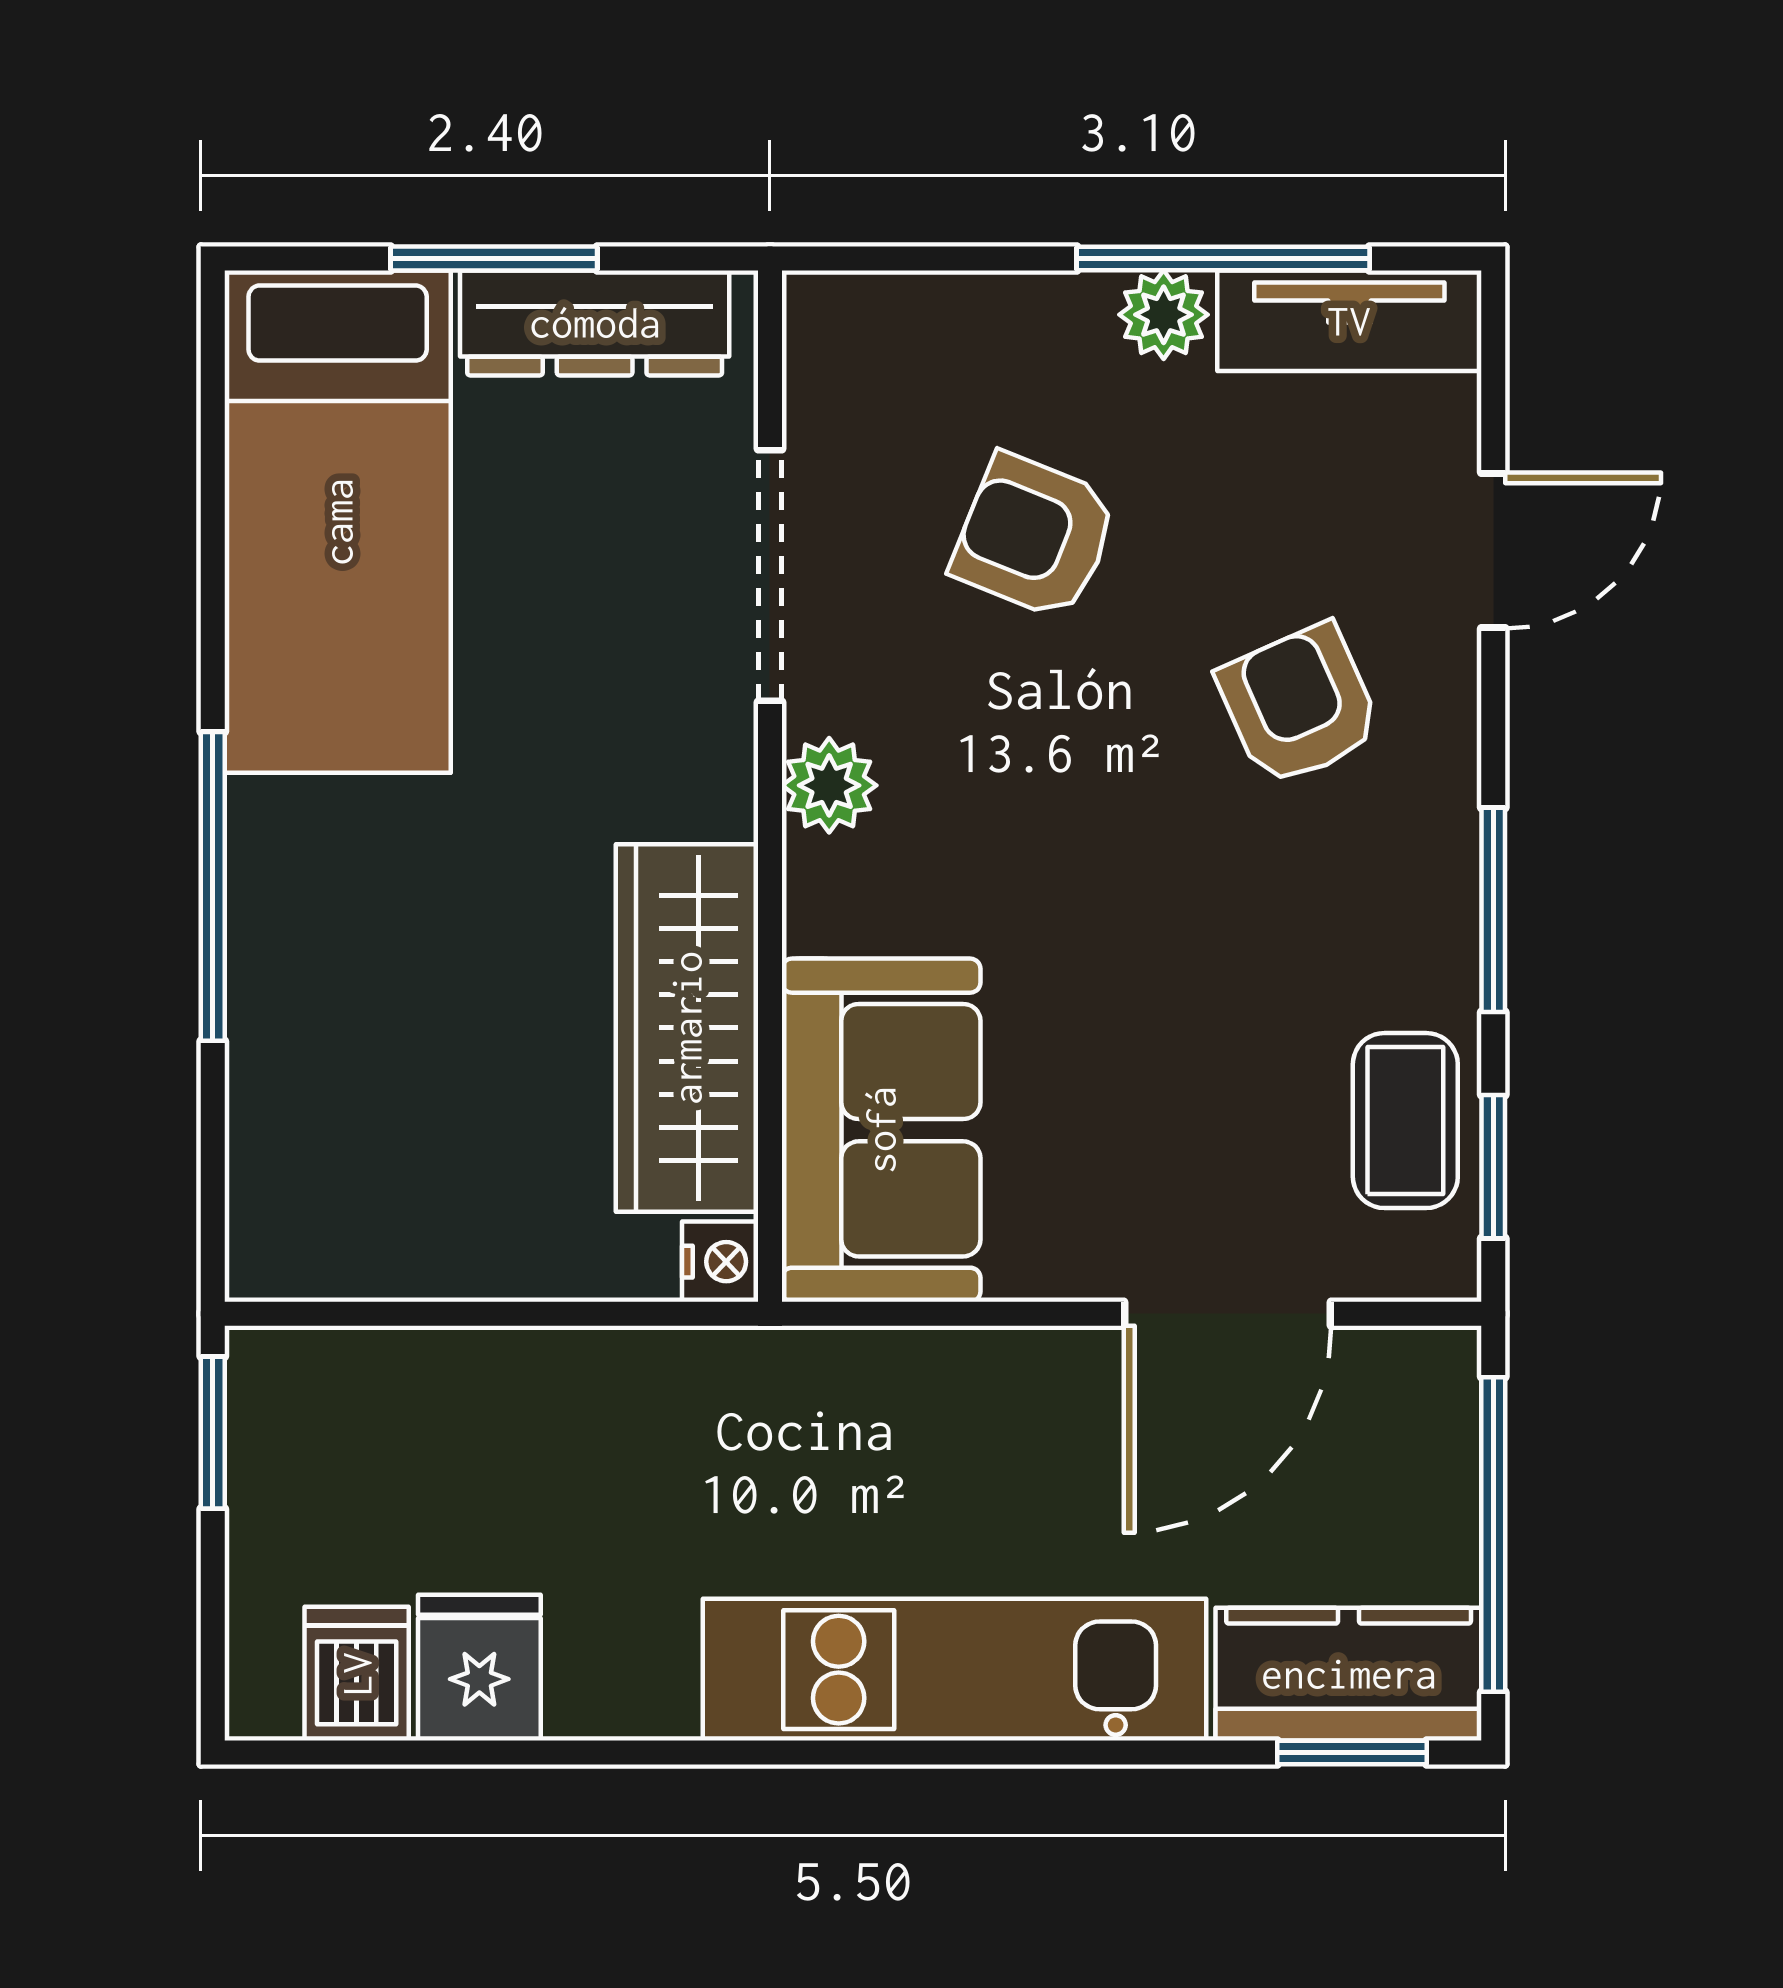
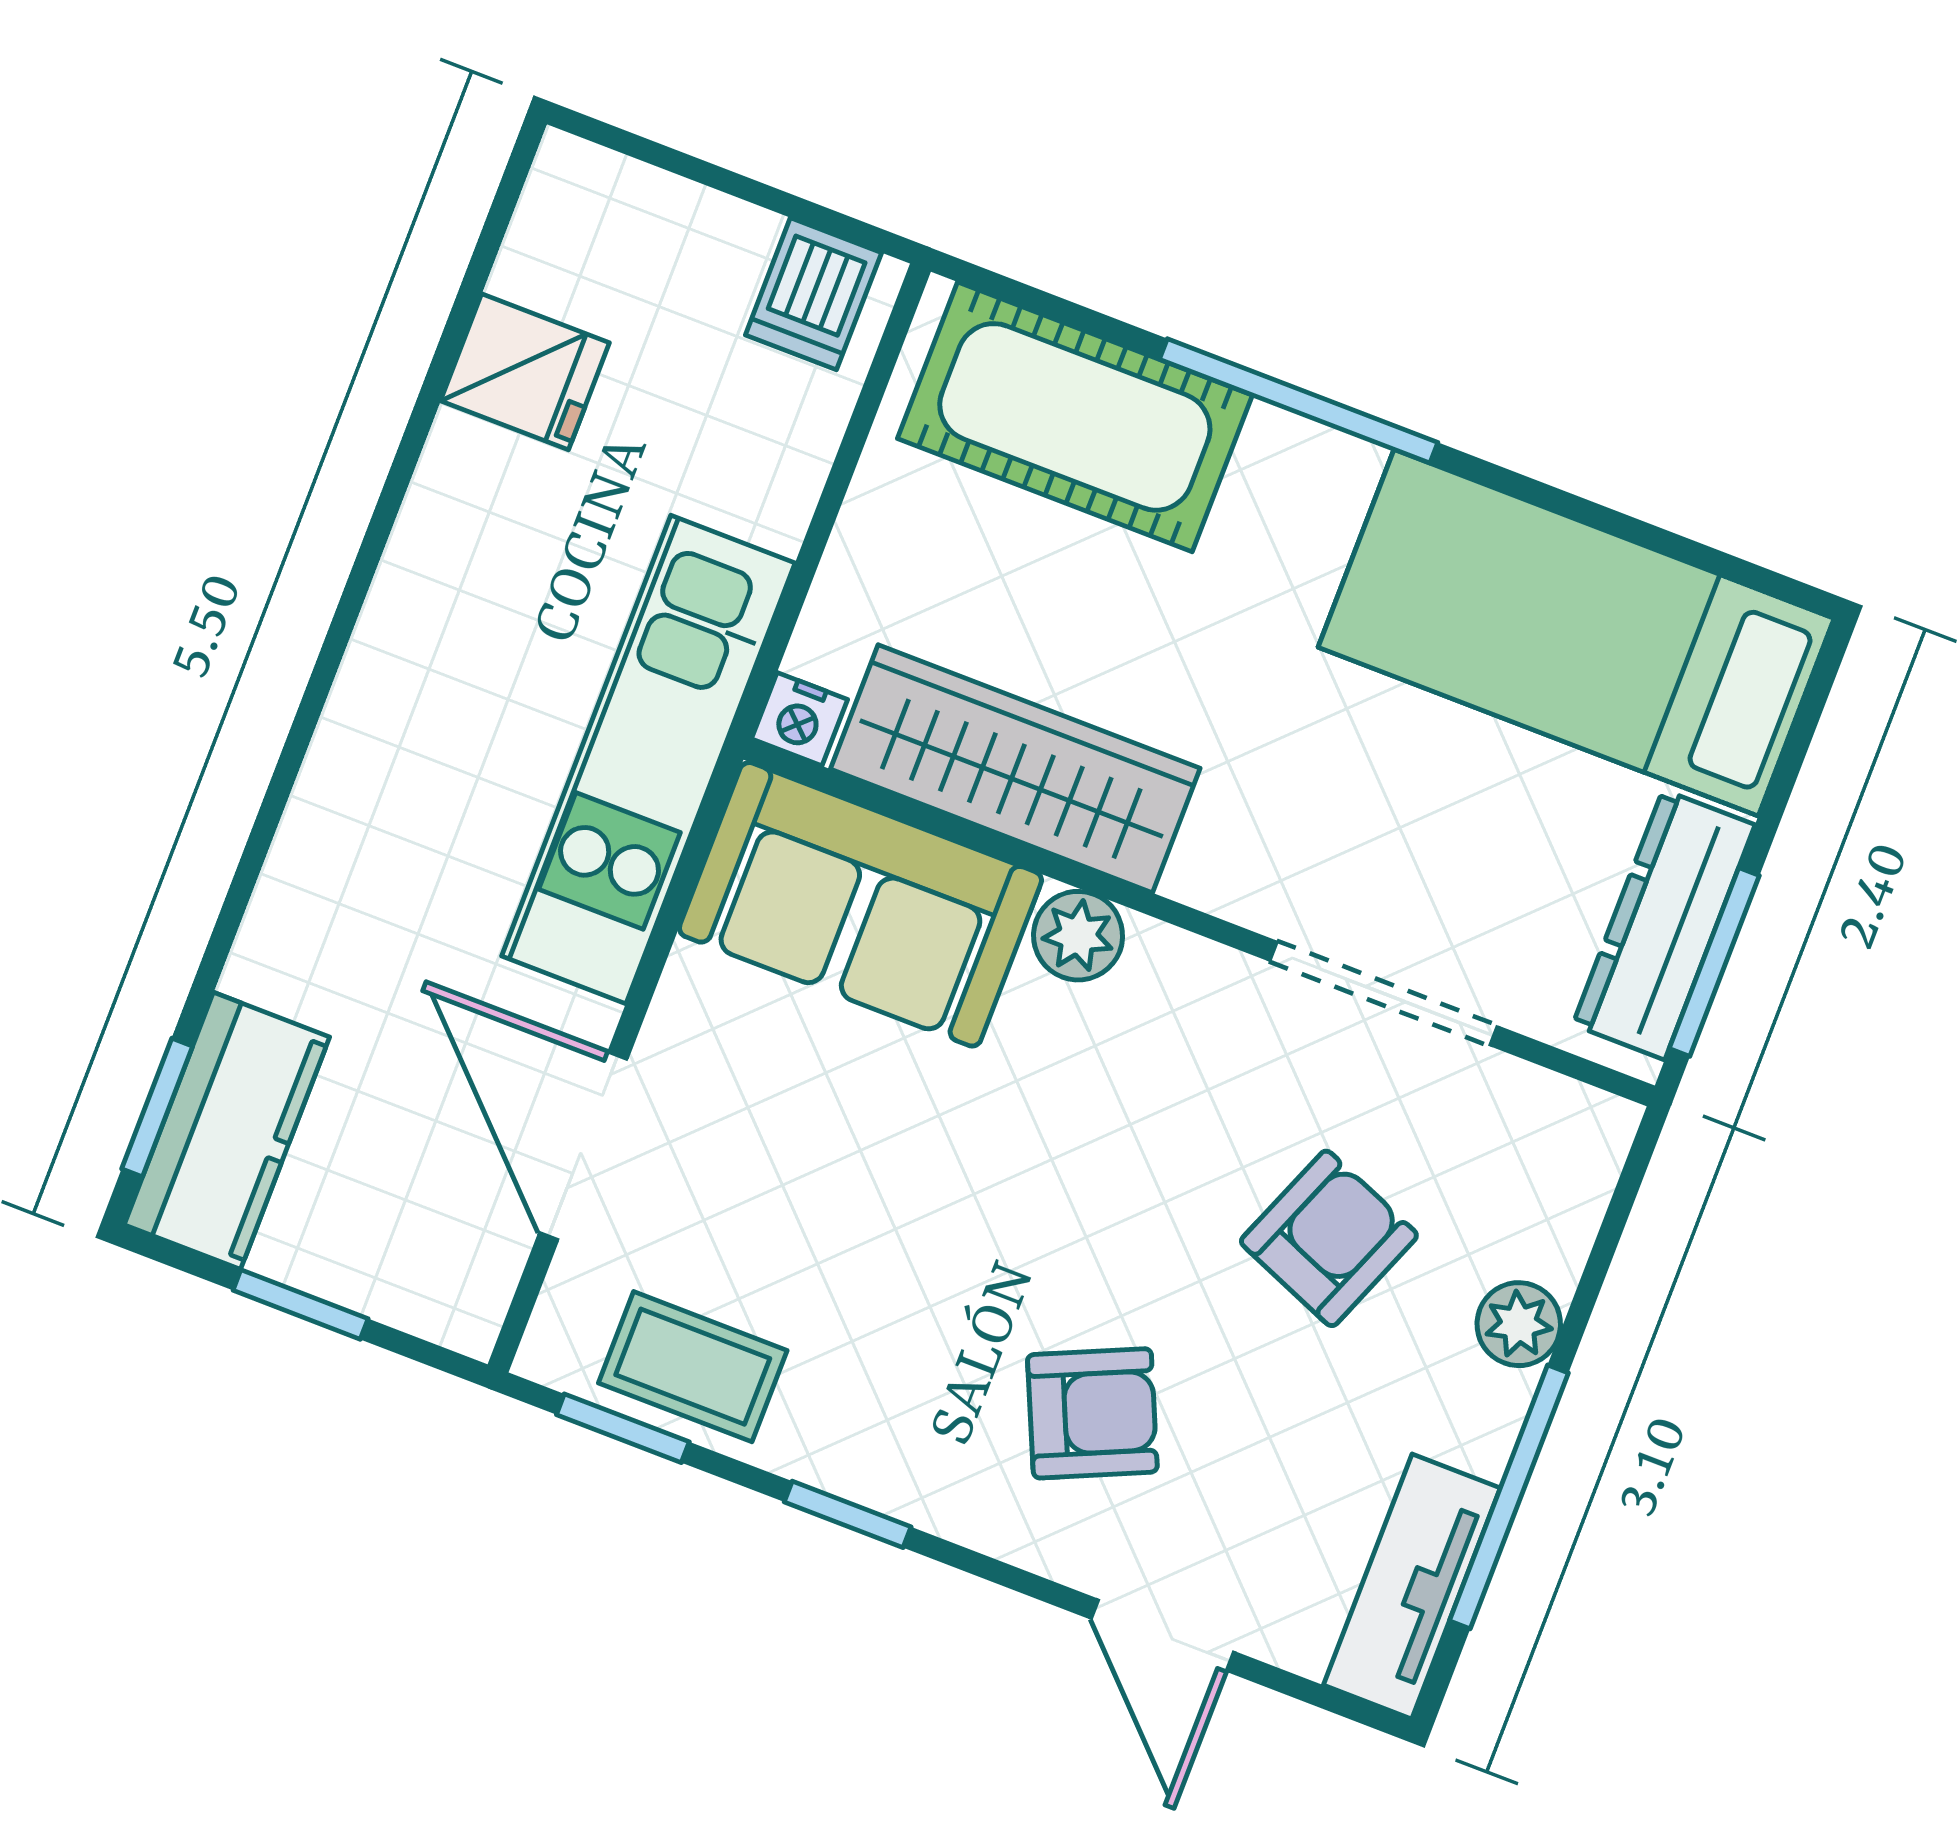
window: (494, 258) -> (1714, 962), moved
plant: (1164, 315) -> (1519, 1324), moved
plant: (829, 785) -> (1078, 936), moved
window: (1493, 910) -> (848, 1514), width x0.67
cot: (314, 1103) -> (1075, 417), added
window: (213, 1433) -> (820, 217), removed
window: (1493, 1534) -> (301, 1304), width x0.46
kitchen unit: (955, 1670) -> (648, 759), moved, turned 180
dishwasher: (357, 1674) -> (813, 294), moved, turned 90

